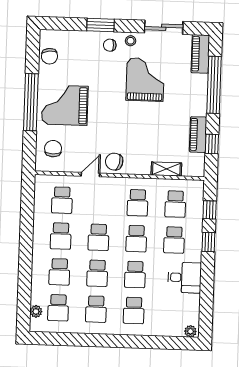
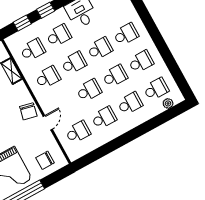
door: (90, 175) -> (48, 123), swing flipped

